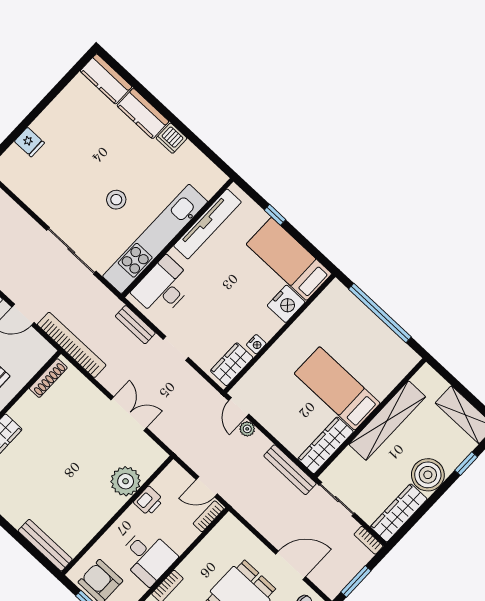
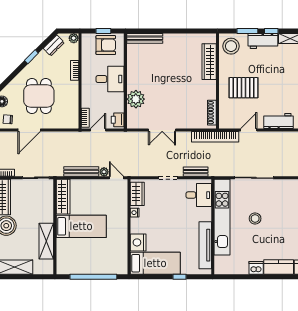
desk: (163, 287) -> (199, 195), width x0.73
shelving: (387, 421) -> (46, 241), width x0.68
bench: (290, 470) -> (81, 171), moved
printer: (149, 501) -> (118, 120), moved
desk: (147, 557) -> (110, 79), moved, turned 180

